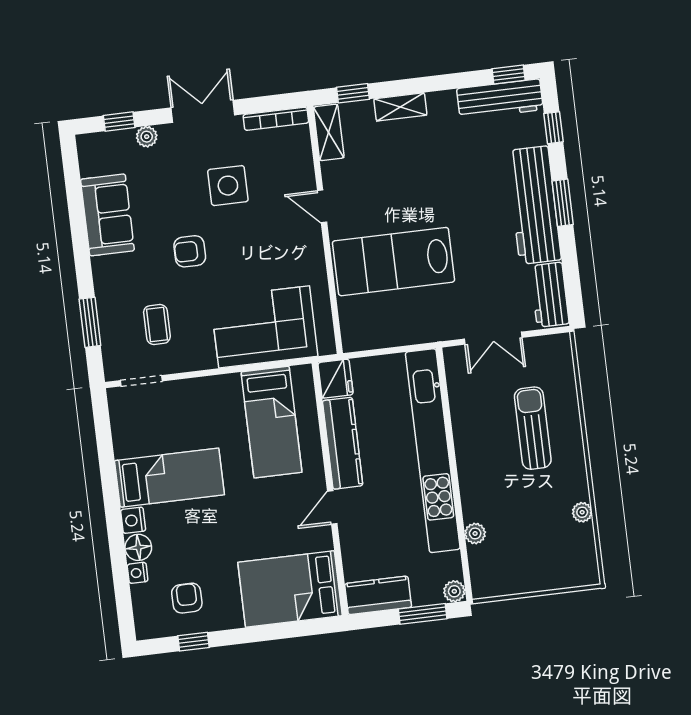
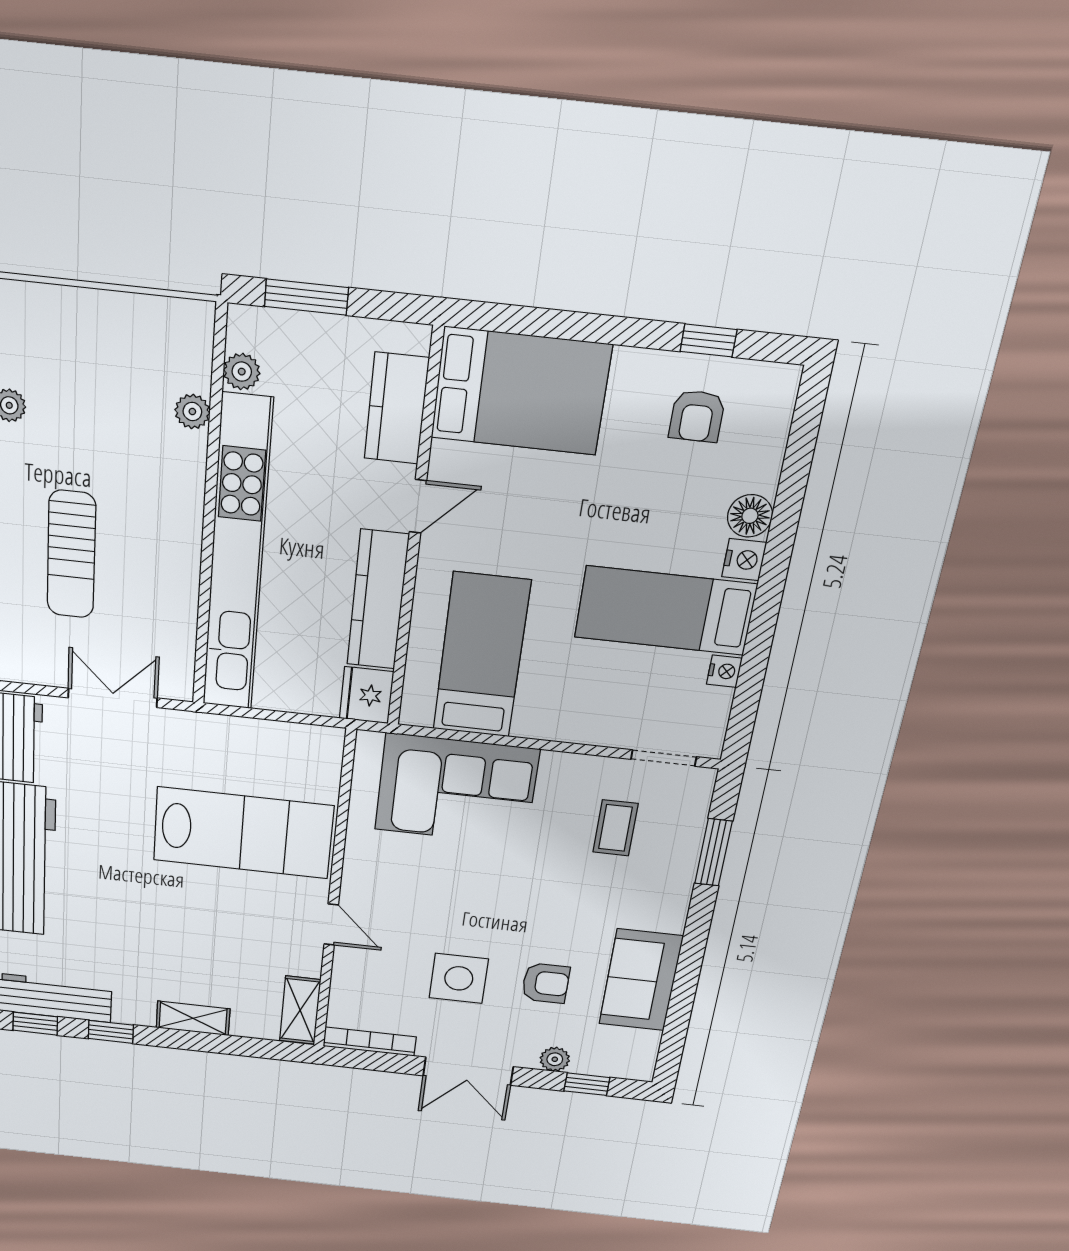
window: (353, 93) -> (111, 1032), moved
armchair: (190, 251) -> (546, 983), moved
nightstand: (138, 573) -> (724, 671), moved
plant: (454, 591) -> (242, 372), moved
kitchen counter: (378, 595) -> (397, 408), moved, turned 90

